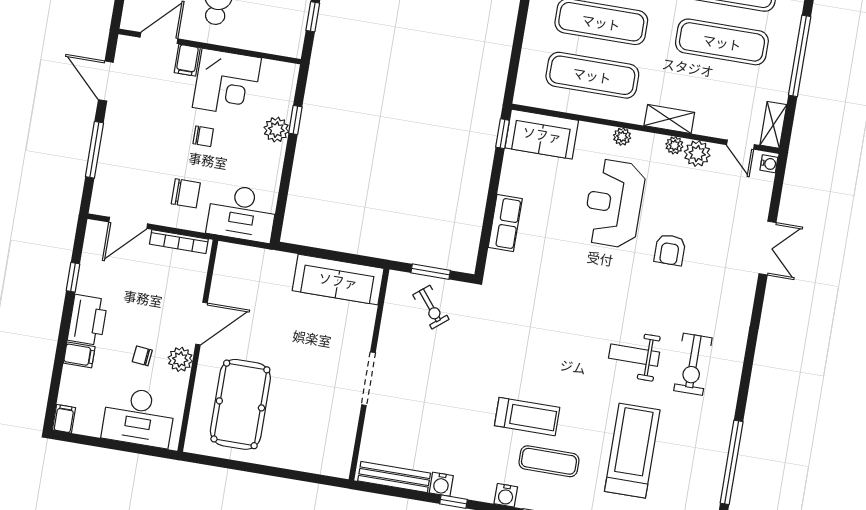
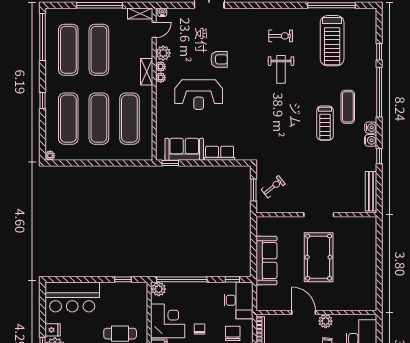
window: (295, 120) -> (182, 279), width x3.17
plant: (276, 130) -> (159, 289), moved
sofa: (542, 134) -> (184, 149), moved, turned -90
plant: (622, 137) -> (161, 78), moved
window: (281, 209) -> (232, 279), added
sofa: (338, 280) -> (266, 261), moved
exercise bike: (693, 364) -> (281, 36), width x0.73, depth x0.72
pool table: (240, 404) -> (319, 257), moved, turned 90
treadmill: (527, 417) -> (325, 123), turned 180
treadmill: (632, 451) -> (332, 41), moved, turned -90
water cooler: (441, 484) -> (371, 140), moved

